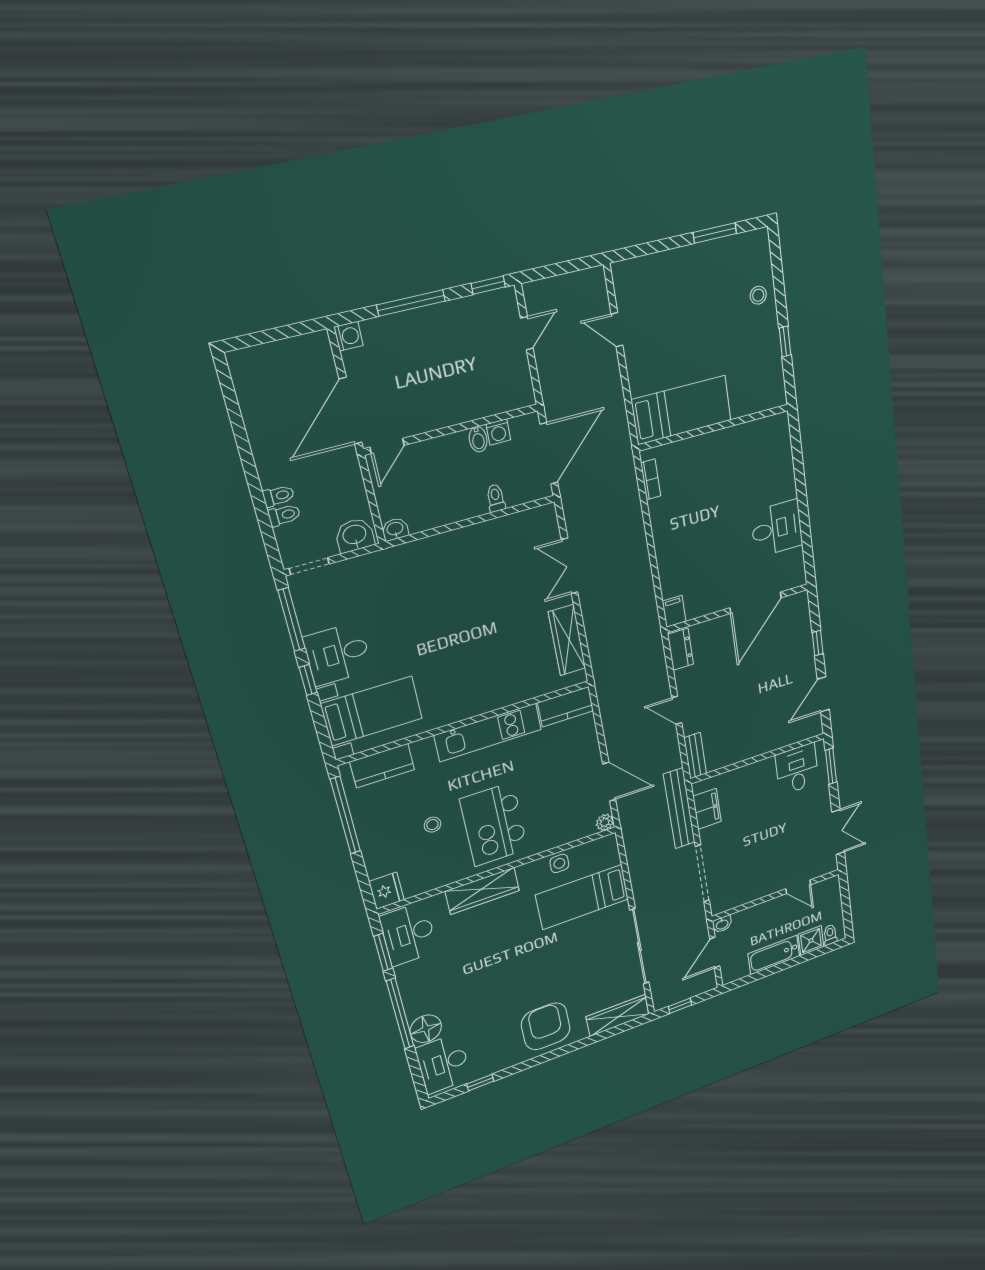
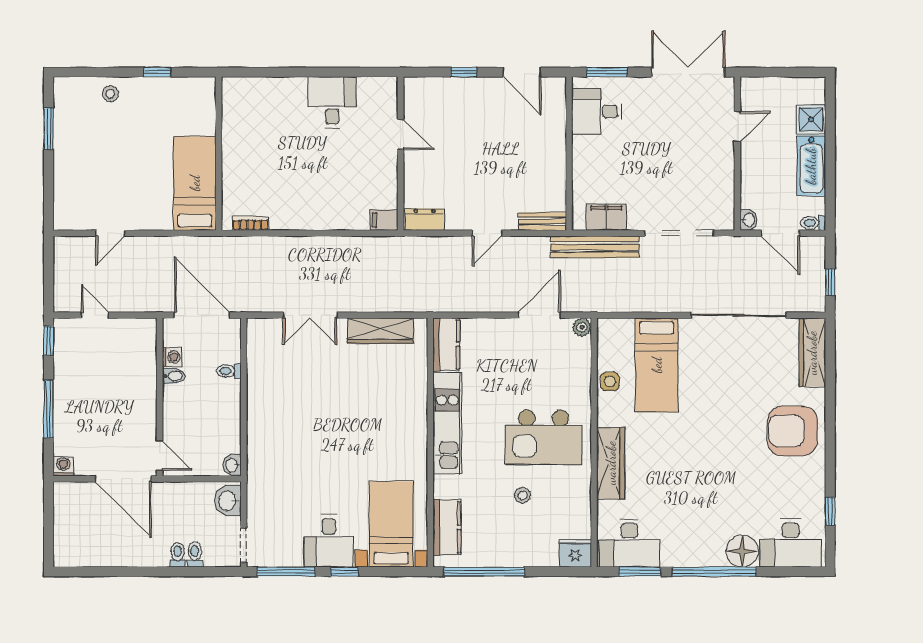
door: (756, 603) -> (401, 134), width x0.53
double door: (838, 832) -> (688, 72), width x1.37
toilet: (830, 935) -> (813, 223), moved

